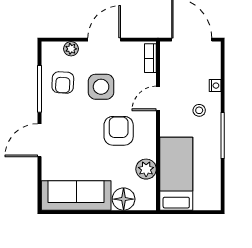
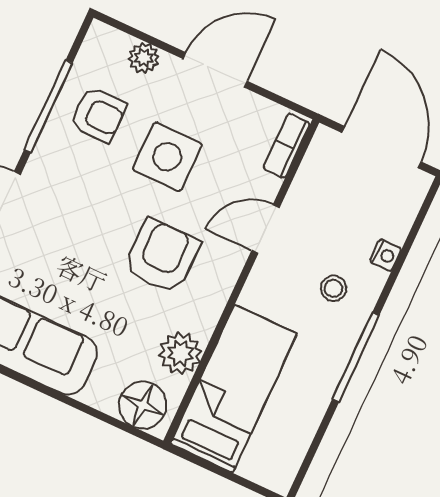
armchair: (63, 82) -> (98, 115), turned -93
floor lamp: (124, 199) -> (143, 405), moved

